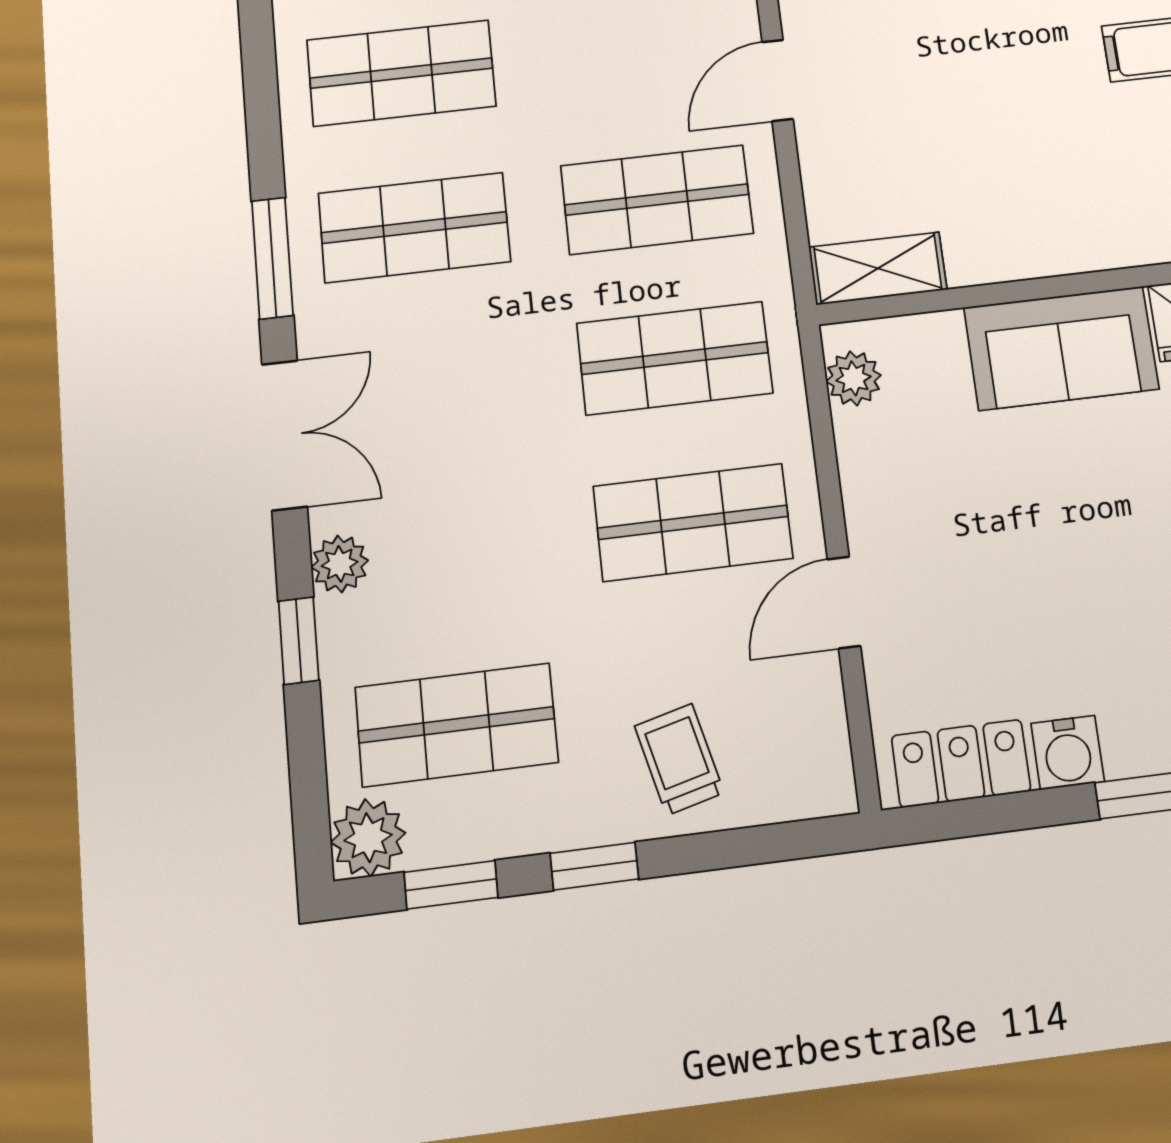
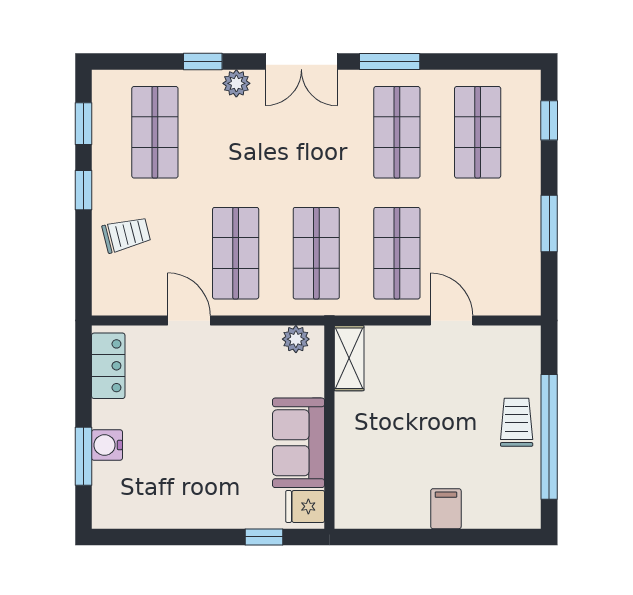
water cooler: (1068, 753) -> (107, 445), moved
plant: (368, 838) -> (109, 87), removed

